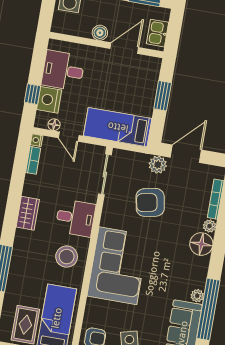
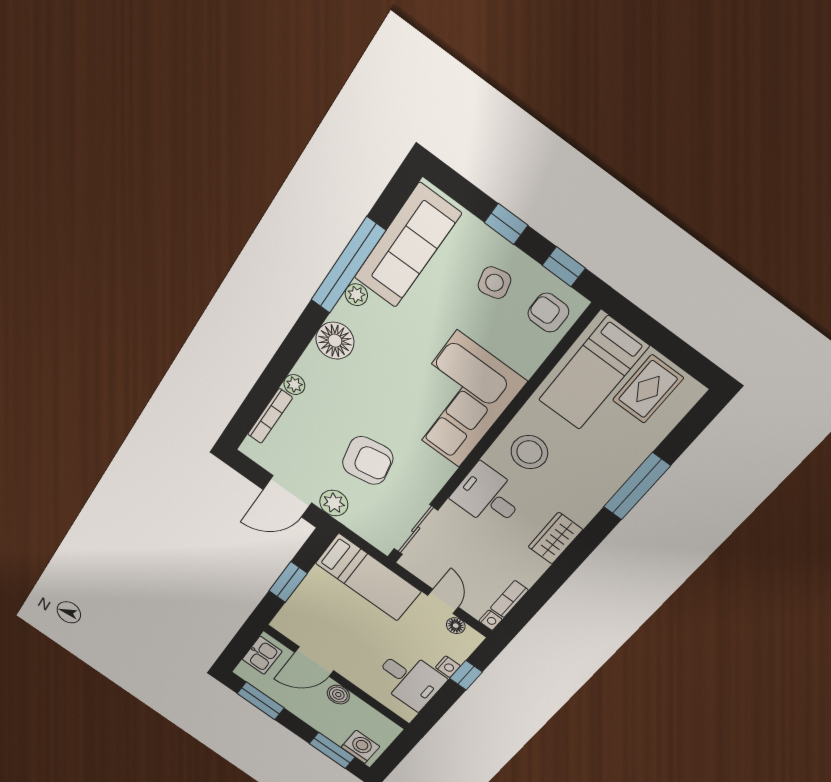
nightstand: (49, 100) -> (448, 667), width x0.53, depth x0.56
floor lamp: (201, 244) -> (335, 341), moved

